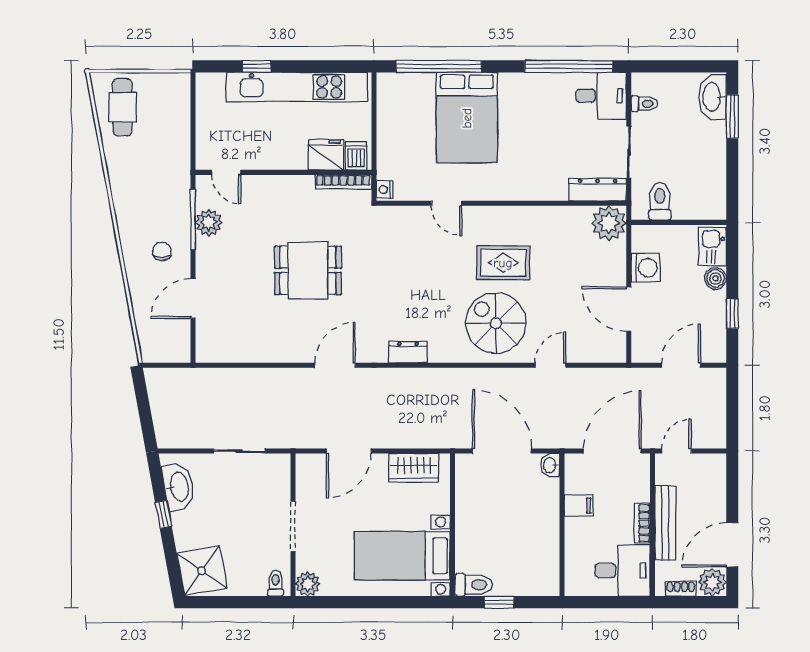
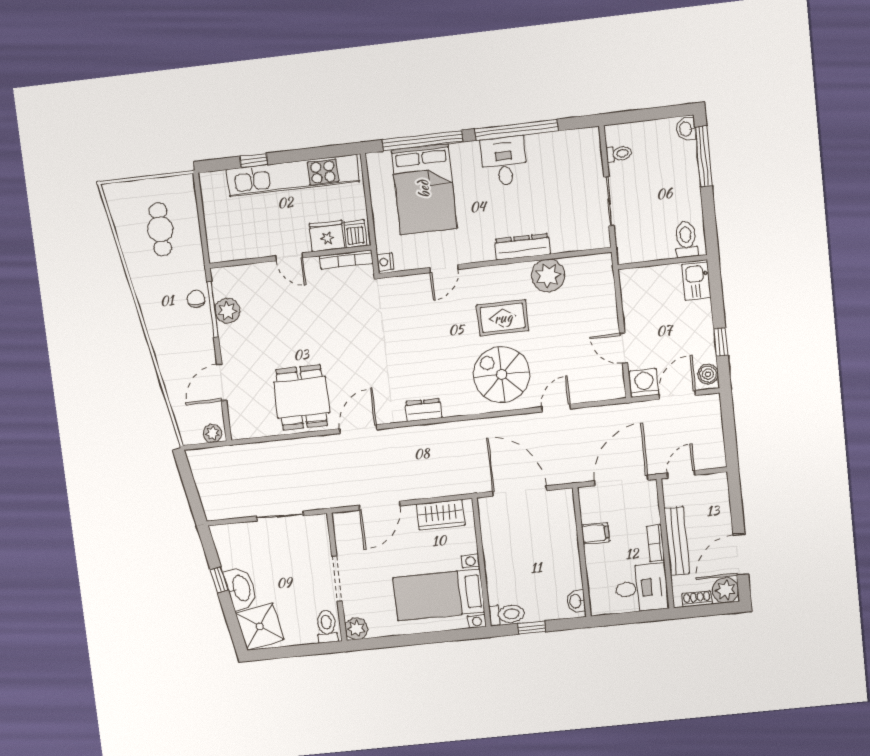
window: (569, 66) -> (517, 130), moved
desk: (601, 96) -> (504, 161), moved, turned -90
washbasin: (713, 97) -> (686, 129), width x0.52, depth x0.69
cafe table: (122, 107) -> (160, 229), moved
window: (732, 117) -> (704, 156), width x1.44
bed: (467, 118) -> (424, 189), moved
door: (226, 172) -> (289, 257), moved
dresser: (598, 190) -> (522, 247), moved
toilet: (660, 201) -> (686, 239), moved
door: (447, 203) -> (444, 269), hinge flipped
plant: (609, 223) -> (548, 276), moved
chair: (162, 251) -> (196, 299), moved
washing machine: (645, 268) -> (644, 383), moved, turned -90
dining table: (308, 270) -> (302, 397), moved, turned 90
boiler: (716, 278) -> (708, 374), moved
door: (629, 309) -> (624, 348), width x0.73
plant: (176, 353) -> (212, 433), added
washbasin: (550, 465) -> (576, 601), moved
washbasin: (179, 487) -> (241, 588), moved
toilet: (276, 583) -> (327, 627), width x1.37, depth x1.39

